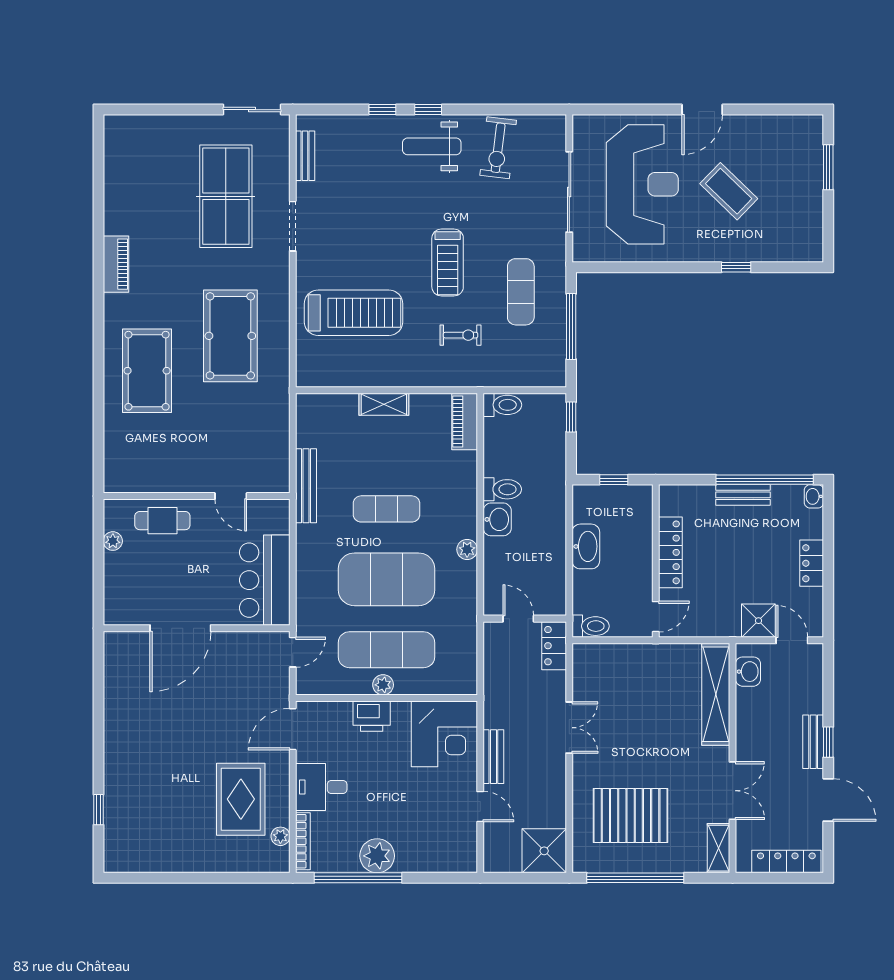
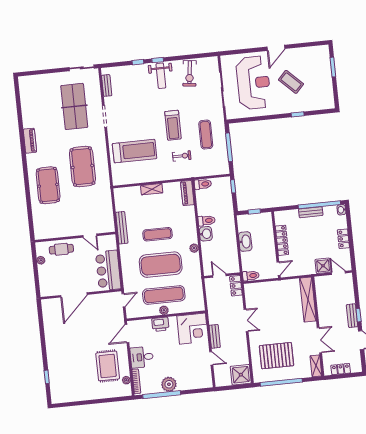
weight bench: (432, 146) -> (161, 76), turned -90
washbasin: (748, 672) -> (321, 288), removed
locker: (786, 862) -> (341, 369), width x0.66

